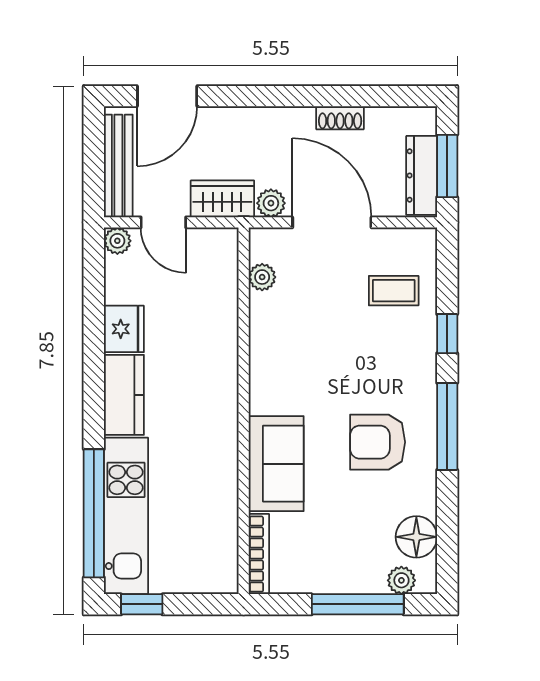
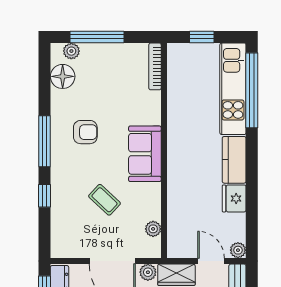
coffee table: (394, 291) -> (104, 200), moved, turned 43
armchair: (378, 442) -> (85, 132), width x0.72, depth x0.72
sofa: (276, 464) -> (145, 154), moved
window: (142, 604) -> (202, 37), moved

